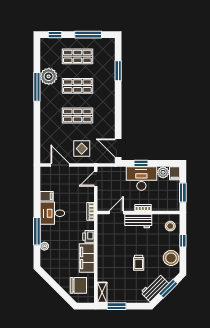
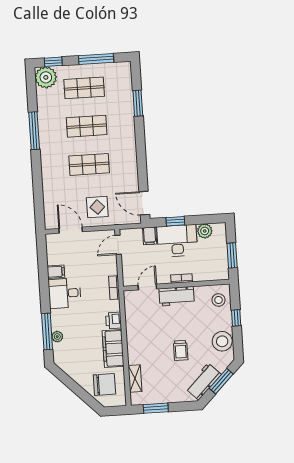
plant: (49, 76) -> (46, 77), moved
filing cabinet: (175, 173) -> (150, 236), moved
window: (37, 231) -> (47, 331), moved
shelving: (102, 292) -> (135, 378), moved

